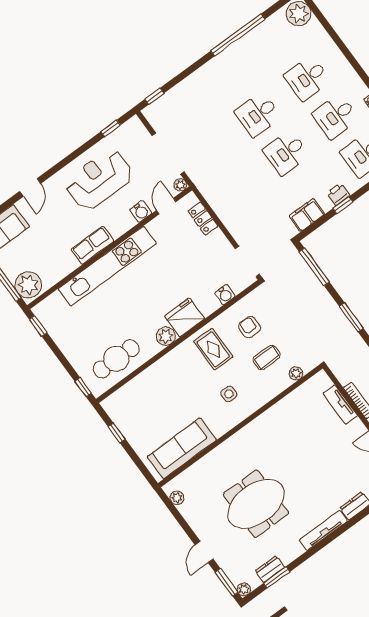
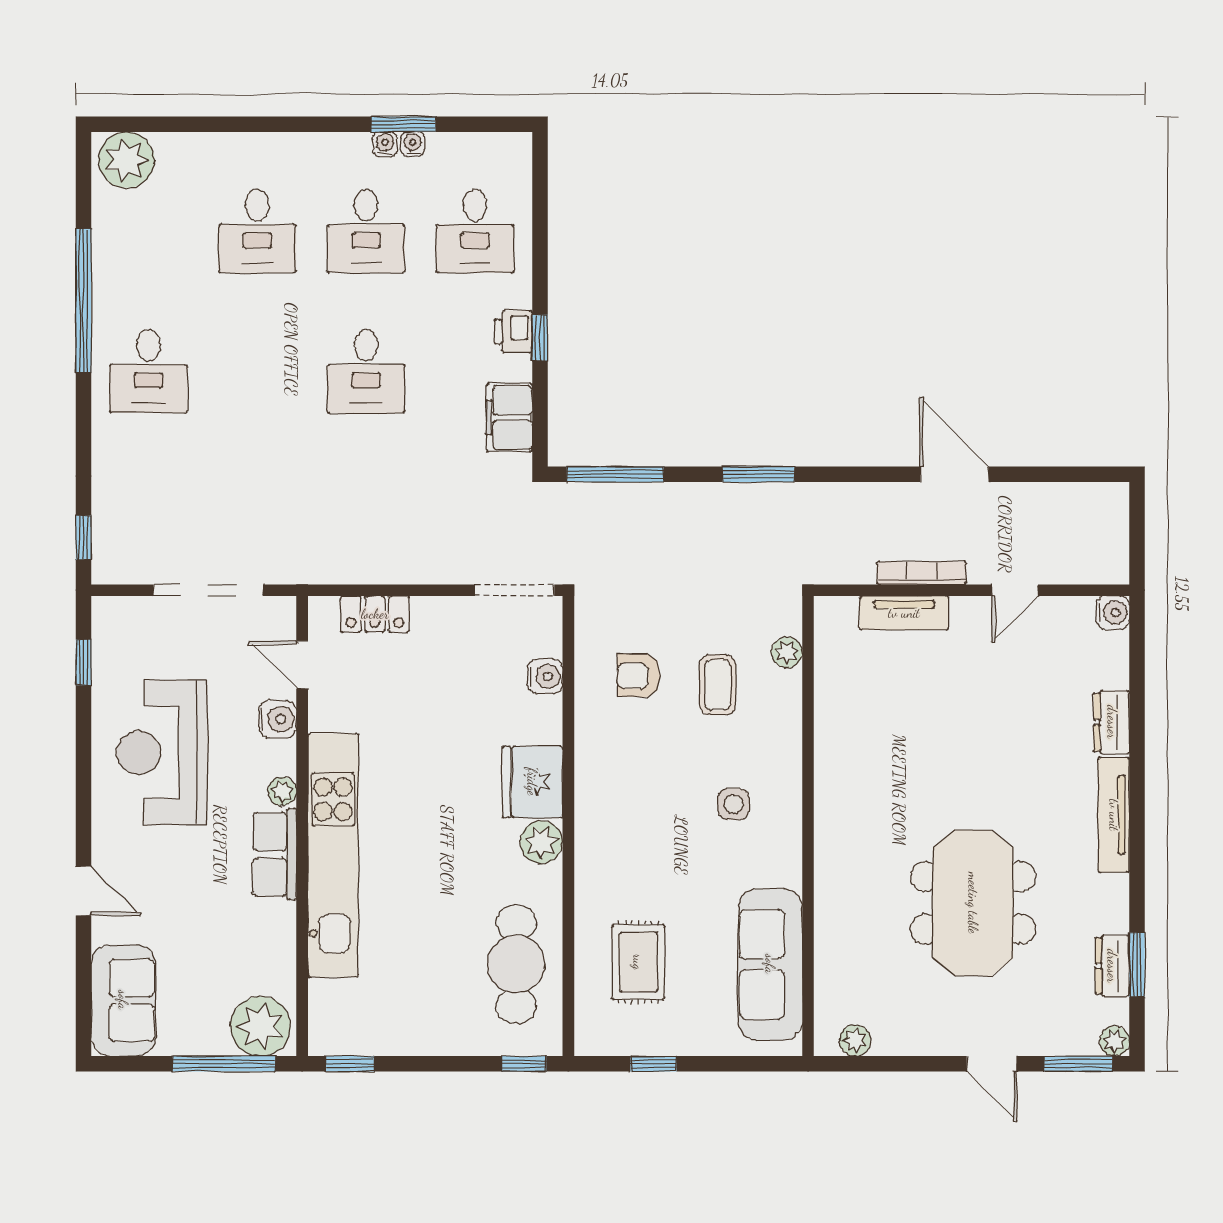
desk: (258, 114) -> (148, 371), moved
plant: (180, 185) -> (282, 791), moved
rug: (213, 349) -> (638, 962), moved, turned 90

